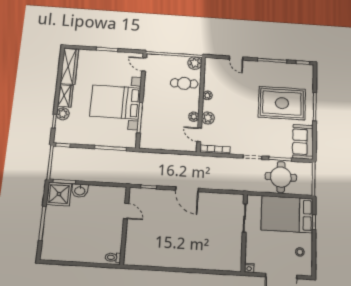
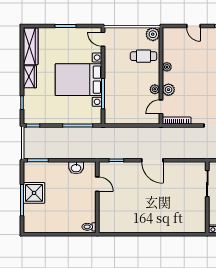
plant: (63, 114) -> (29, 95), removed
door: (199, 135) -> (161, 107), hinge flipped
washbasin: (80, 191) -> (76, 168), moved
shower: (59, 194) -> (34, 193), moved

